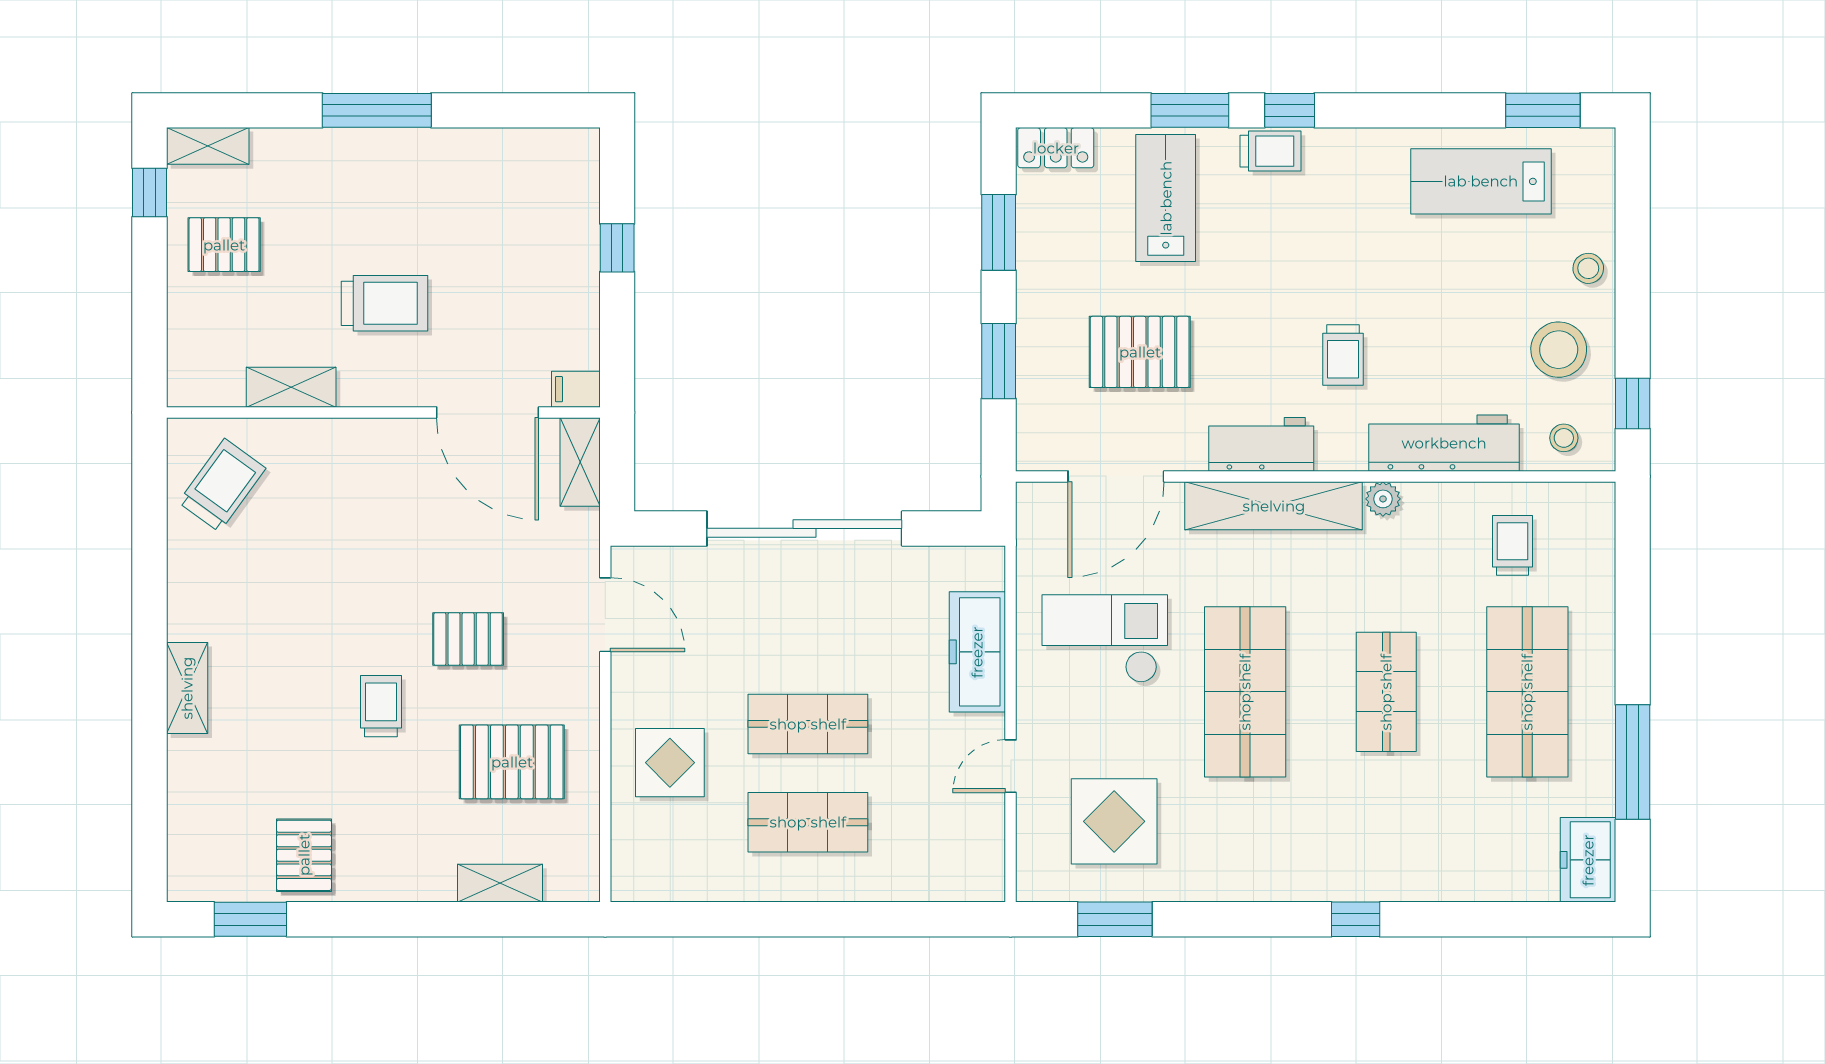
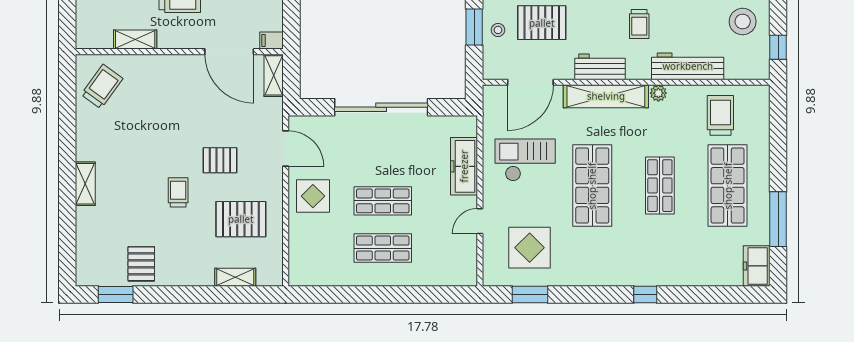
stool: (1564, 438) -> (498, 30), moved
trolley: (1512, 545) -> (720, 115), width x1.36, depth x1.39
display table: (670, 763) -> (313, 196), moved

